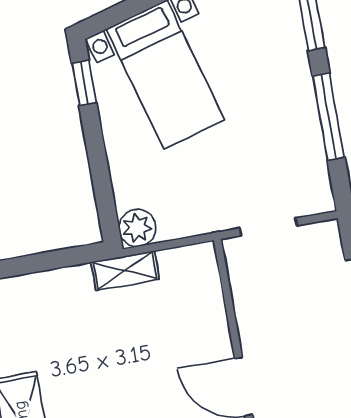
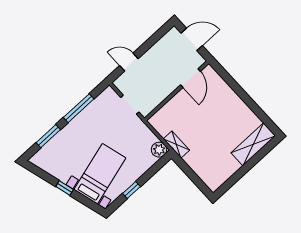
window: (84, 83) -> (131, 190), moved

